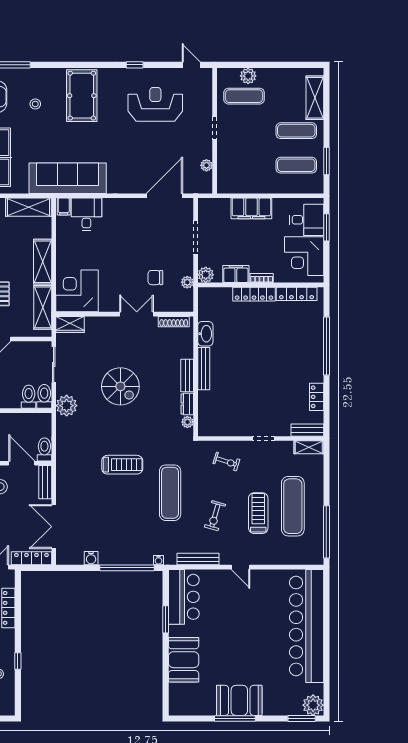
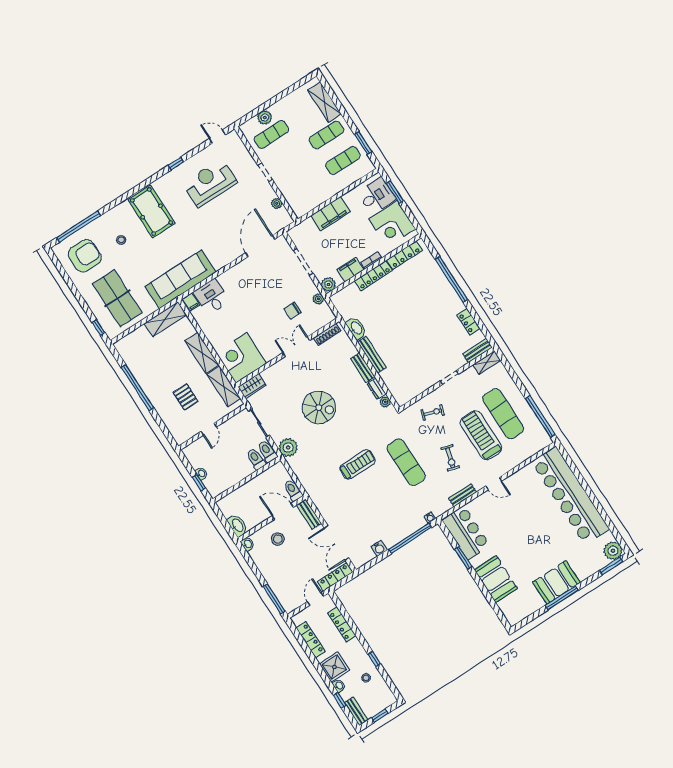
treadmill: (258, 513) -> (481, 435), width x1.37, depth x1.38
bench: (198, 559) -> (463, 495), width x0.73

